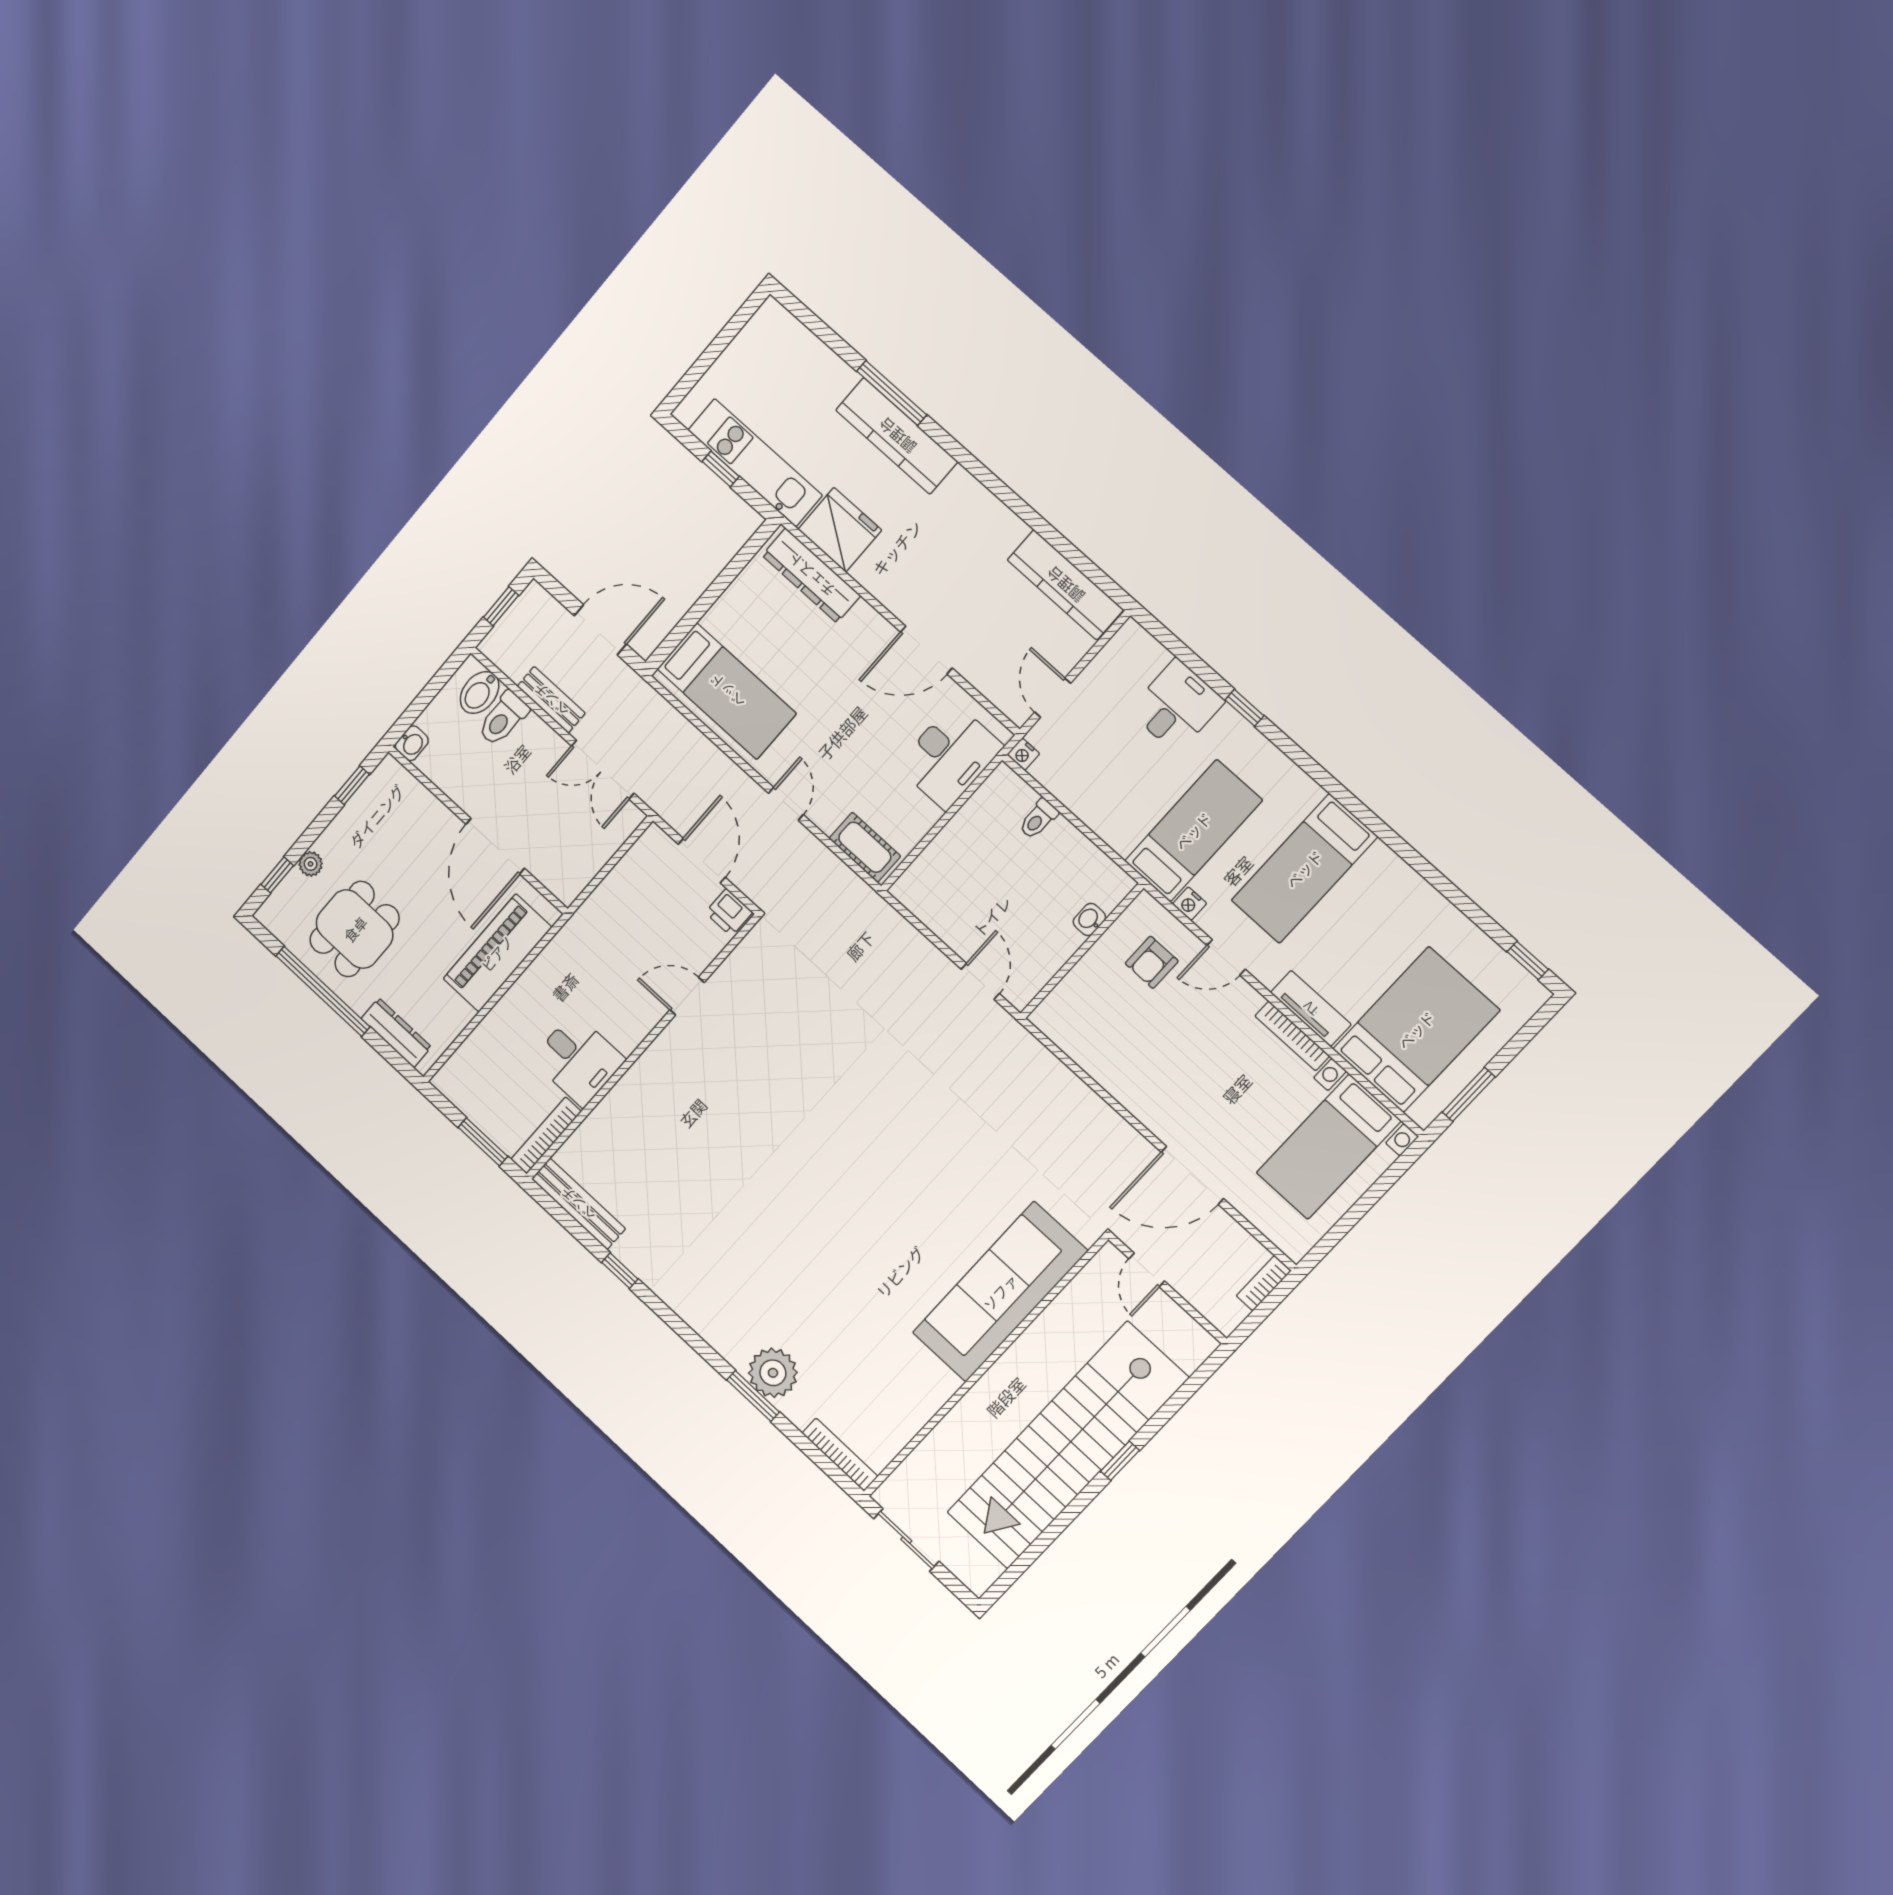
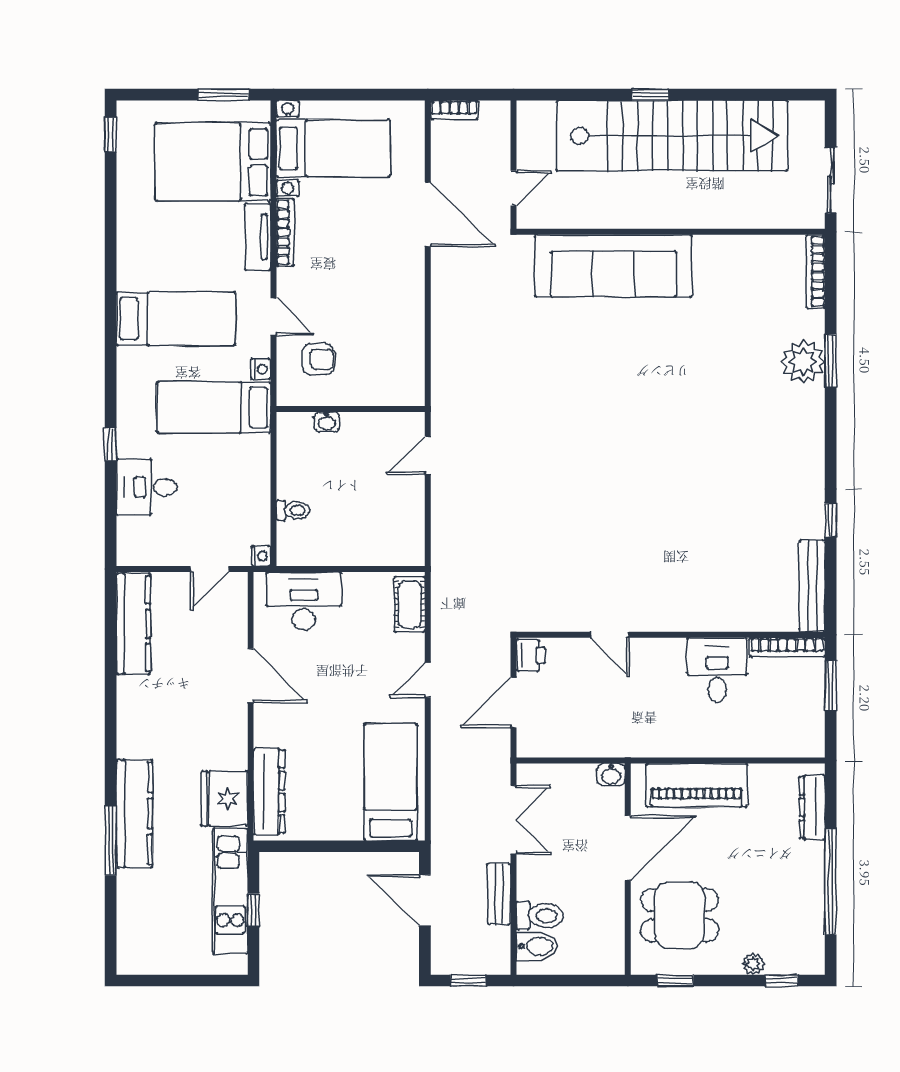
washbasin: (412, 743) -> (611, 775), moved, turned 180
dining table: (355, 929) -> (679, 915), moved

